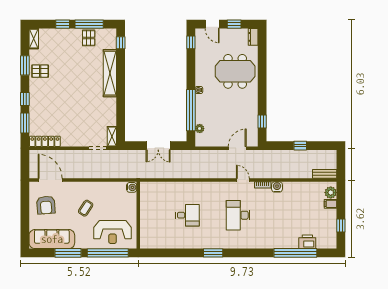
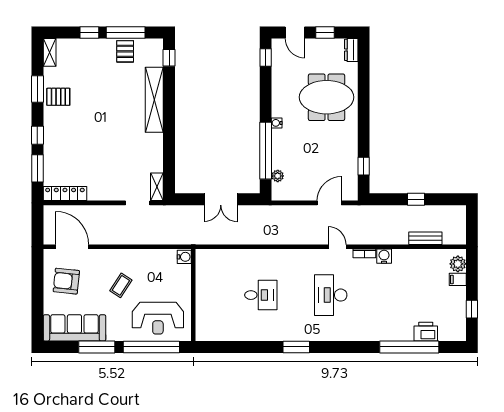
bench: (325, 174) -> (425, 238), moved
armchair: (46, 205) -> (66, 281), turned 100

